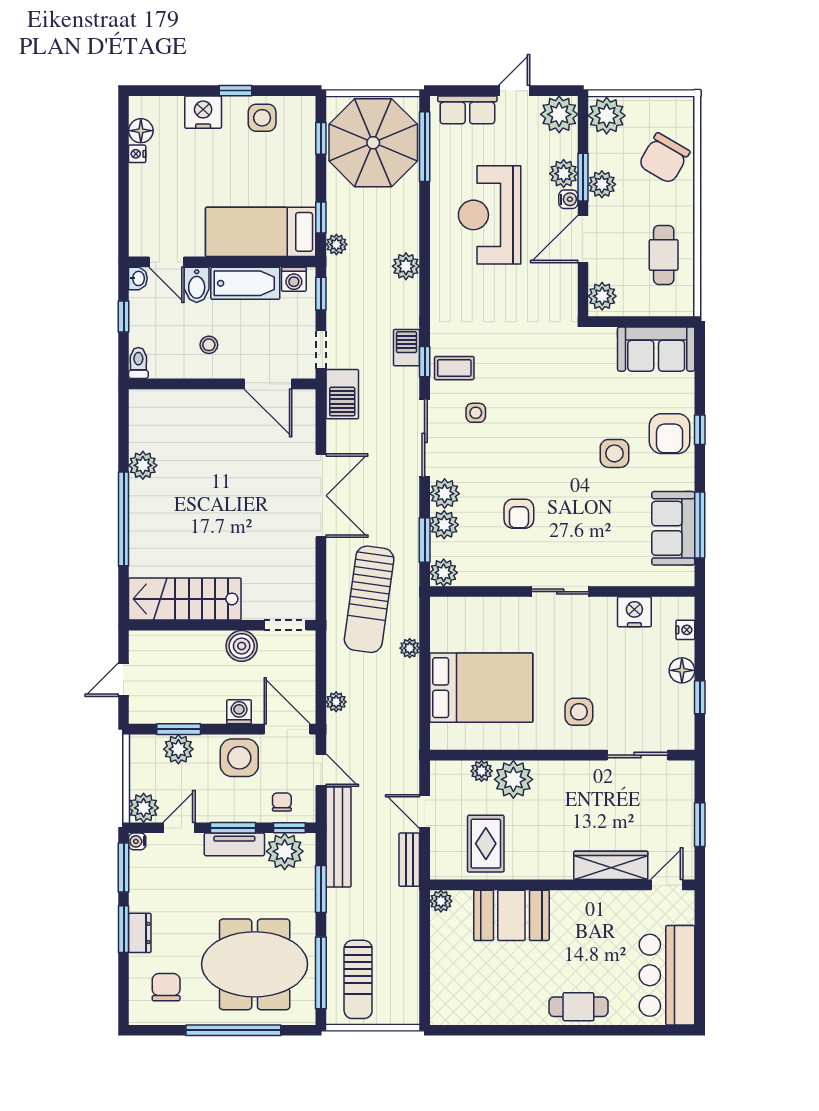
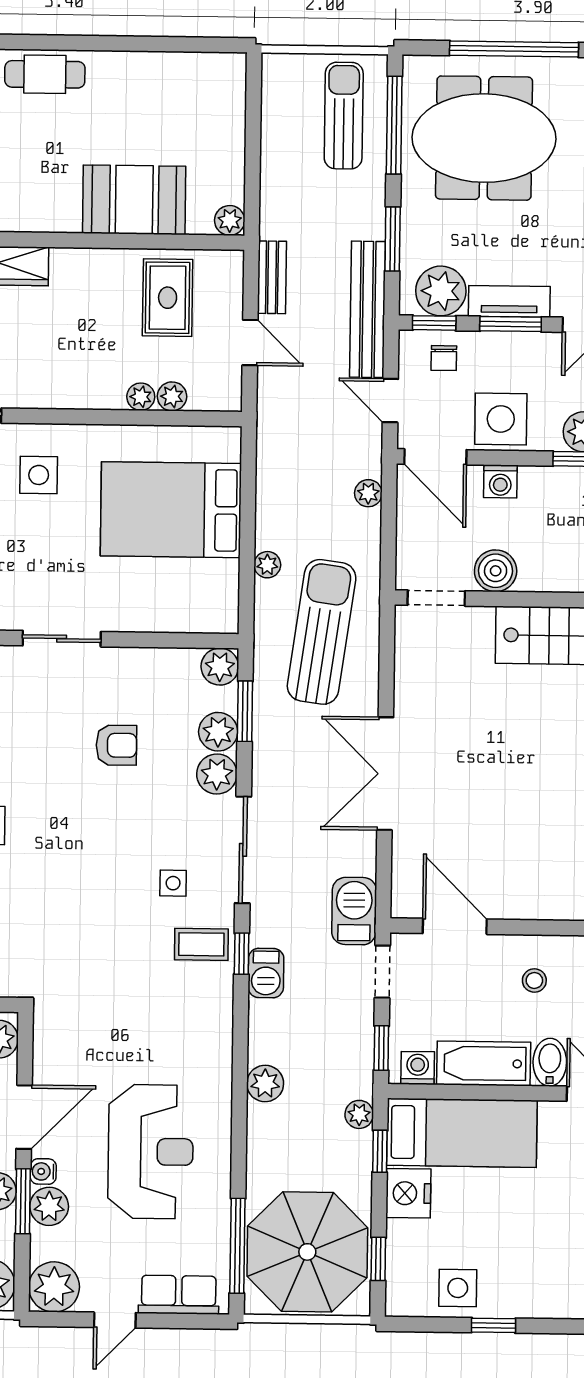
nightstand: (203, 112) -> (408, 1193), moved, turned 90
armchair: (519, 514) -> (116, 745), turned 90
plant: (513, 779) -> (141, 397), width x0.53, depth x0.53

